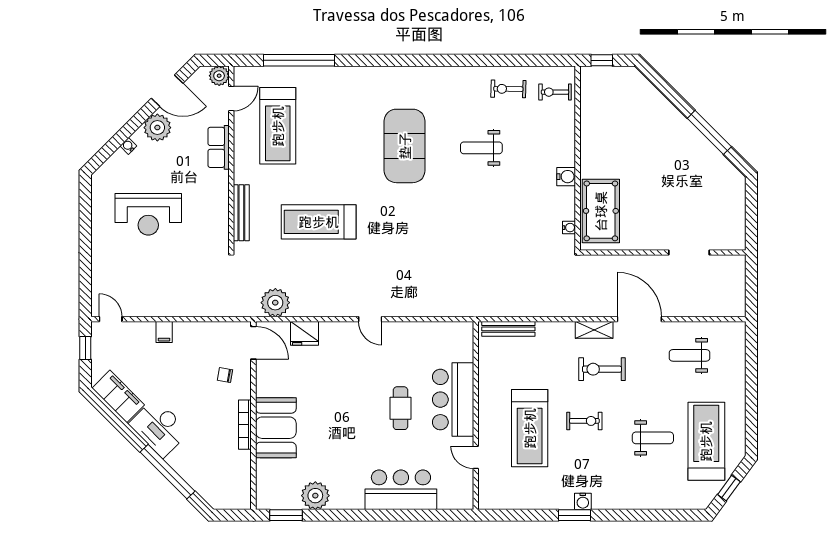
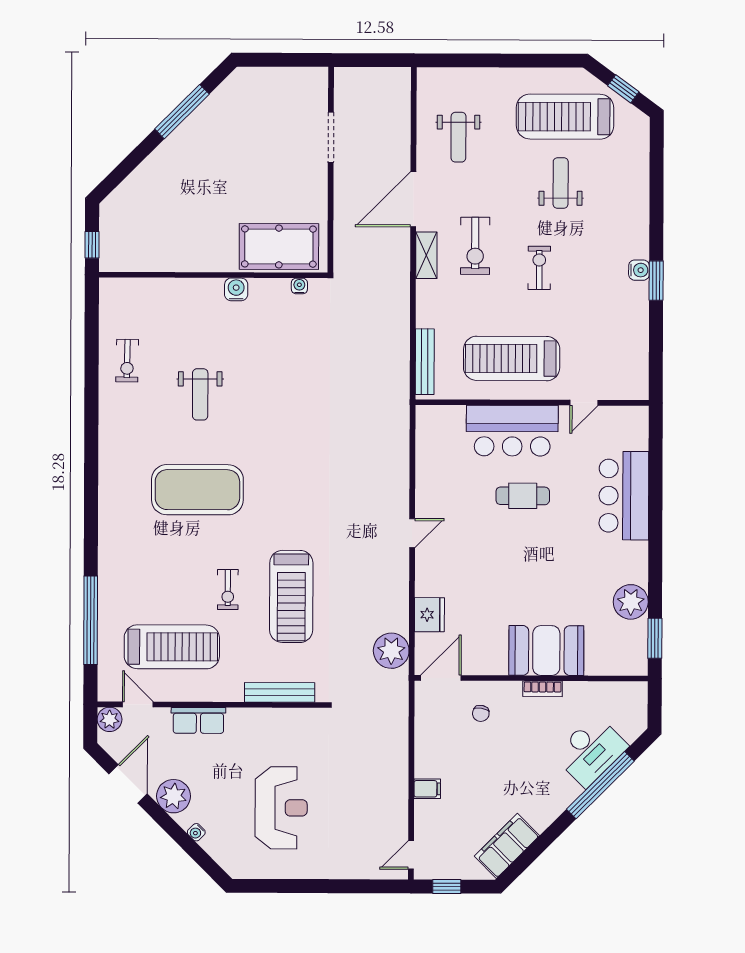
exercise bike: (555, 92) -> (228, 589), moved
bookcase: (245, 425) -> (543, 689), width x0.64
desk: (159, 428) -> (591, 751), moved
treadmill: (530, 428) -> (512, 358), moved, turned 180

